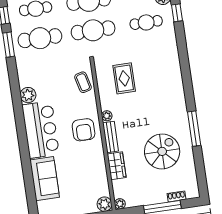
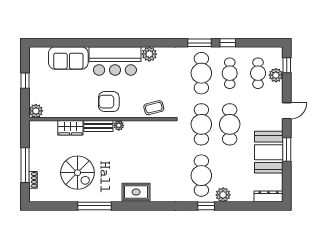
cafe table: (146, 22) -> (201, 176), width x1.37, depth x1.35
rug: (124, 78) -> (136, 192), moved
plant: (120, 204) -> (34, 126), removed

